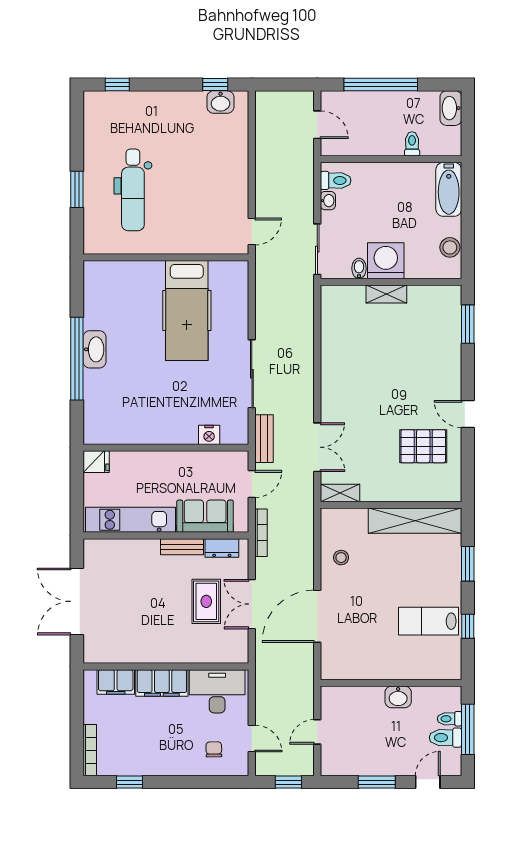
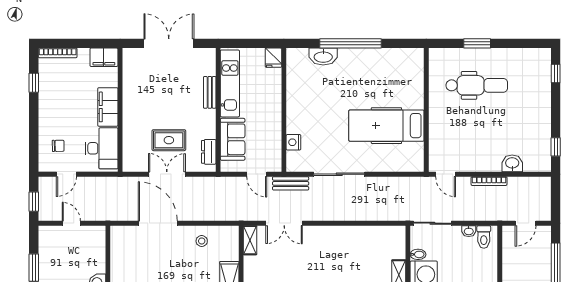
washbasin: (220, 102) -> (512, 163), moved, turned 90
dental chair: (133, 190) -> (477, 85), turned 180
washbasin: (94, 349) -> (323, 57), moved
bookcase: (261, 533) -> (489, 181), moved
bench: (182, 547) -> (210, 92), moved
filing cabinet: (116, 682) -> (104, 57), moved, turned -90

